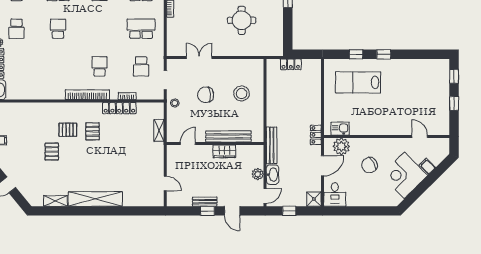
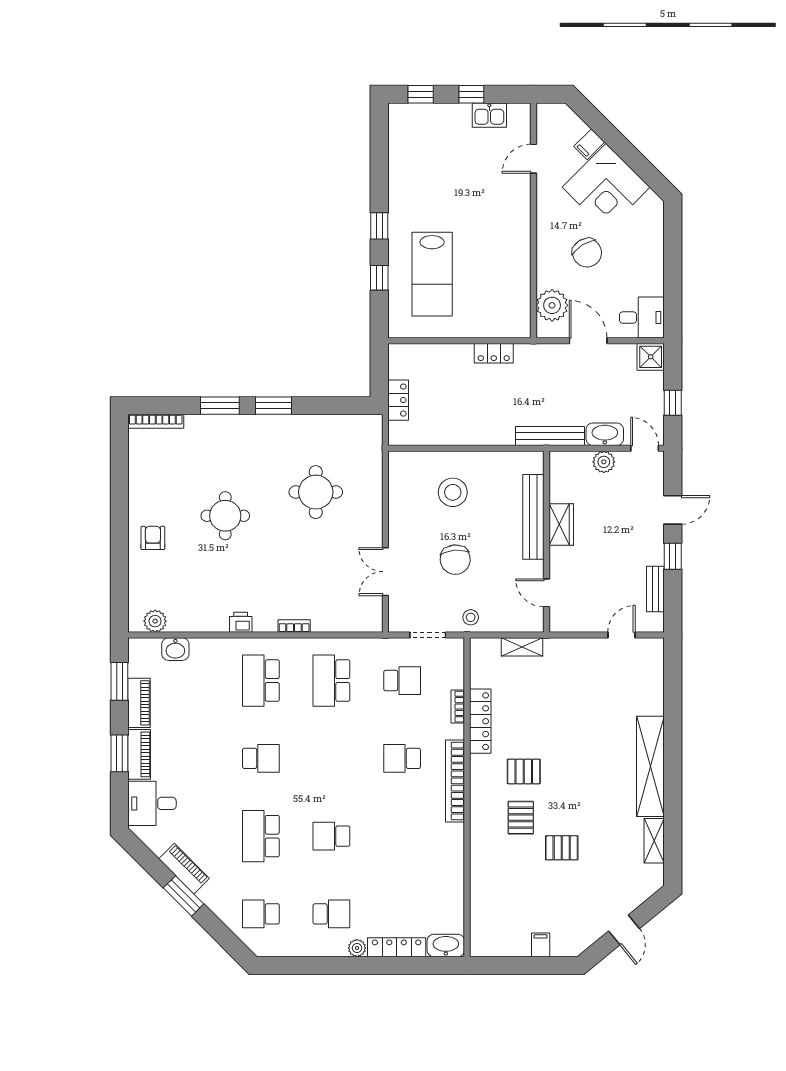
kitchen sink: (340, 129) -> (489, 115), moved, turned -90
locker: (316, 135) -> (494, 353), moved
bench: (205, 202) -> (655, 589), moved

